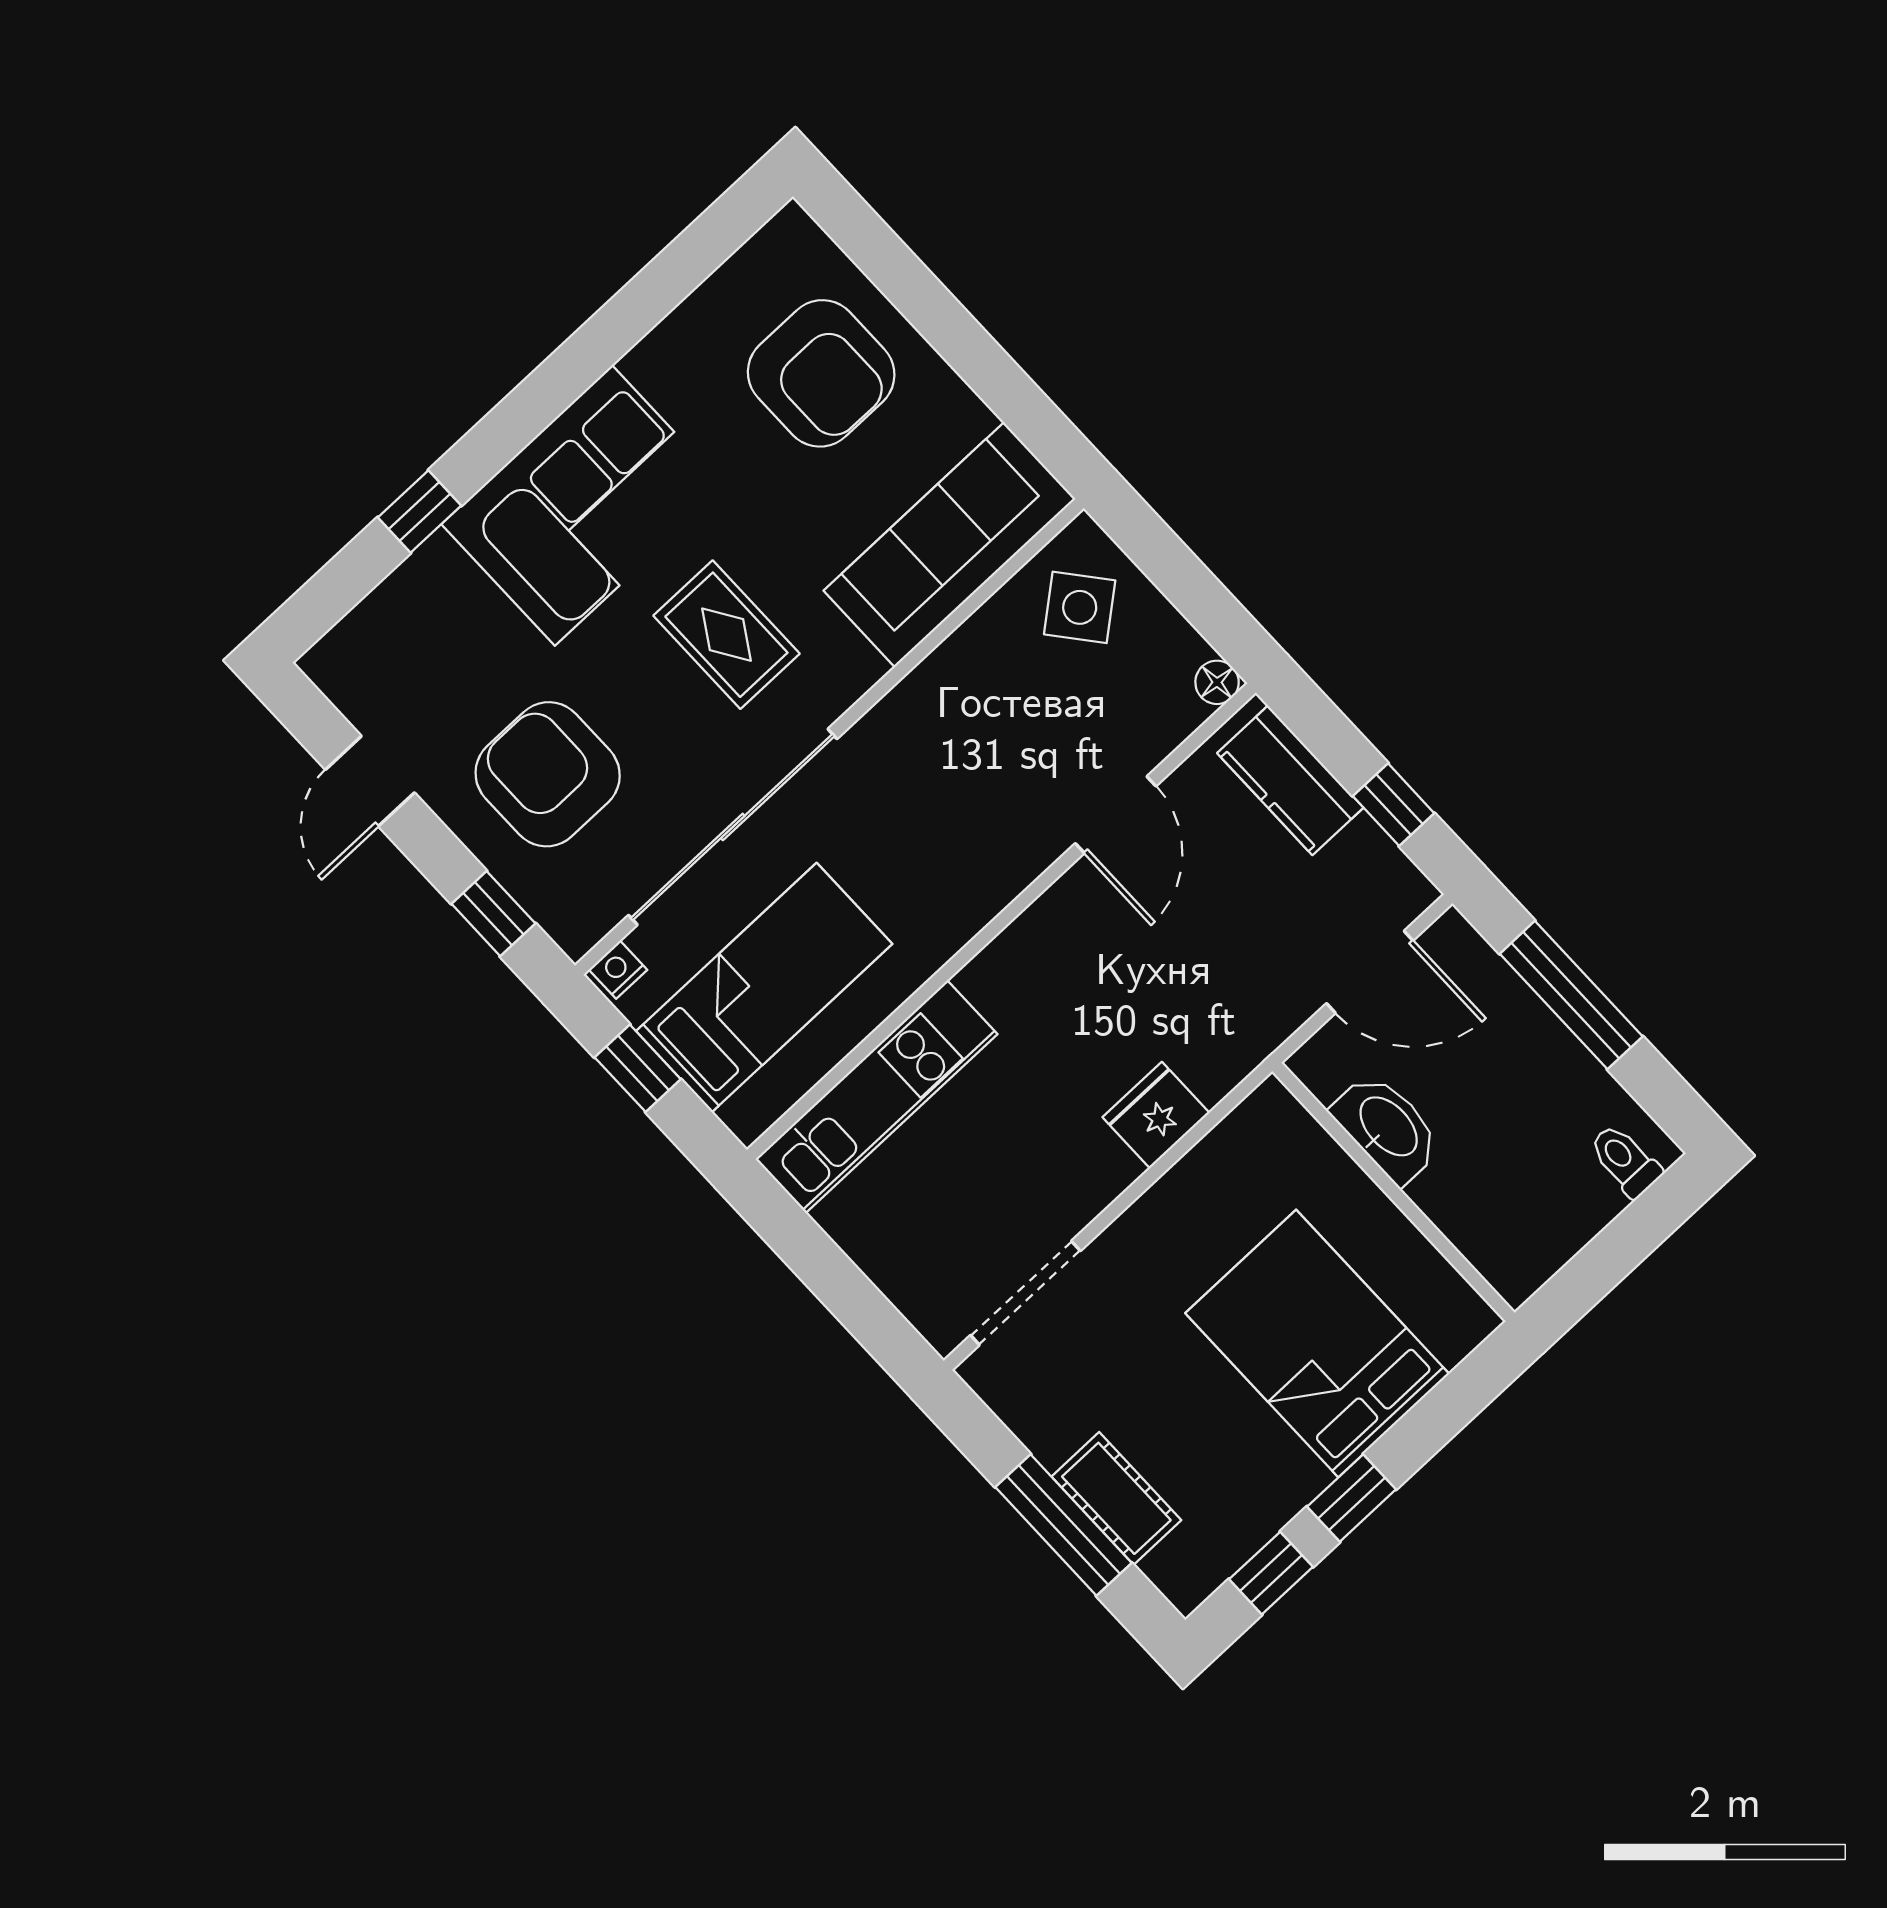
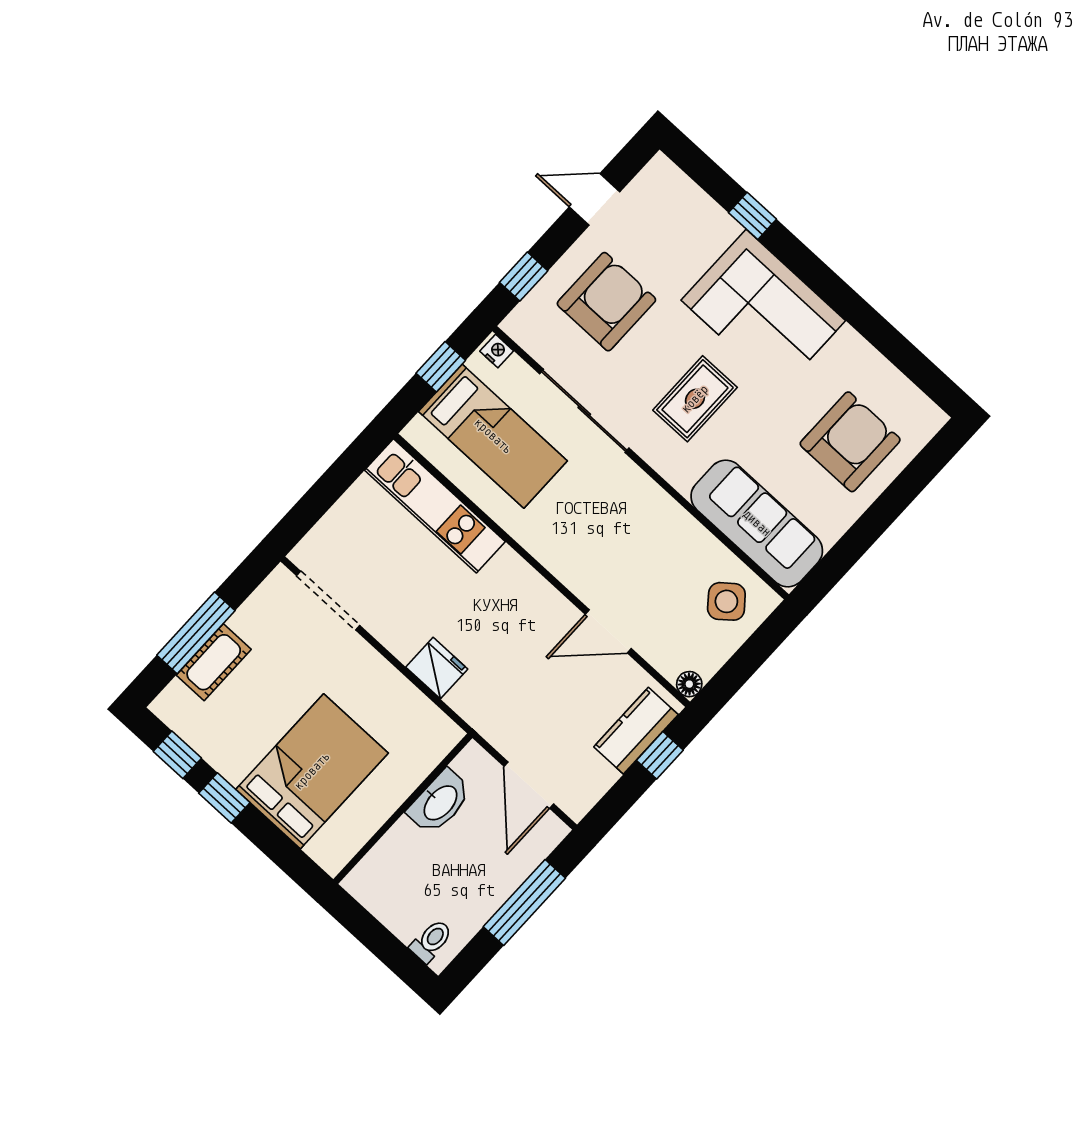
armchair: (821, 373) -> (850, 442), turned 180
window: (1394, 805) -> (660, 755), moved
sliding door: (733, 827) -> (584, 411), width x0.73

